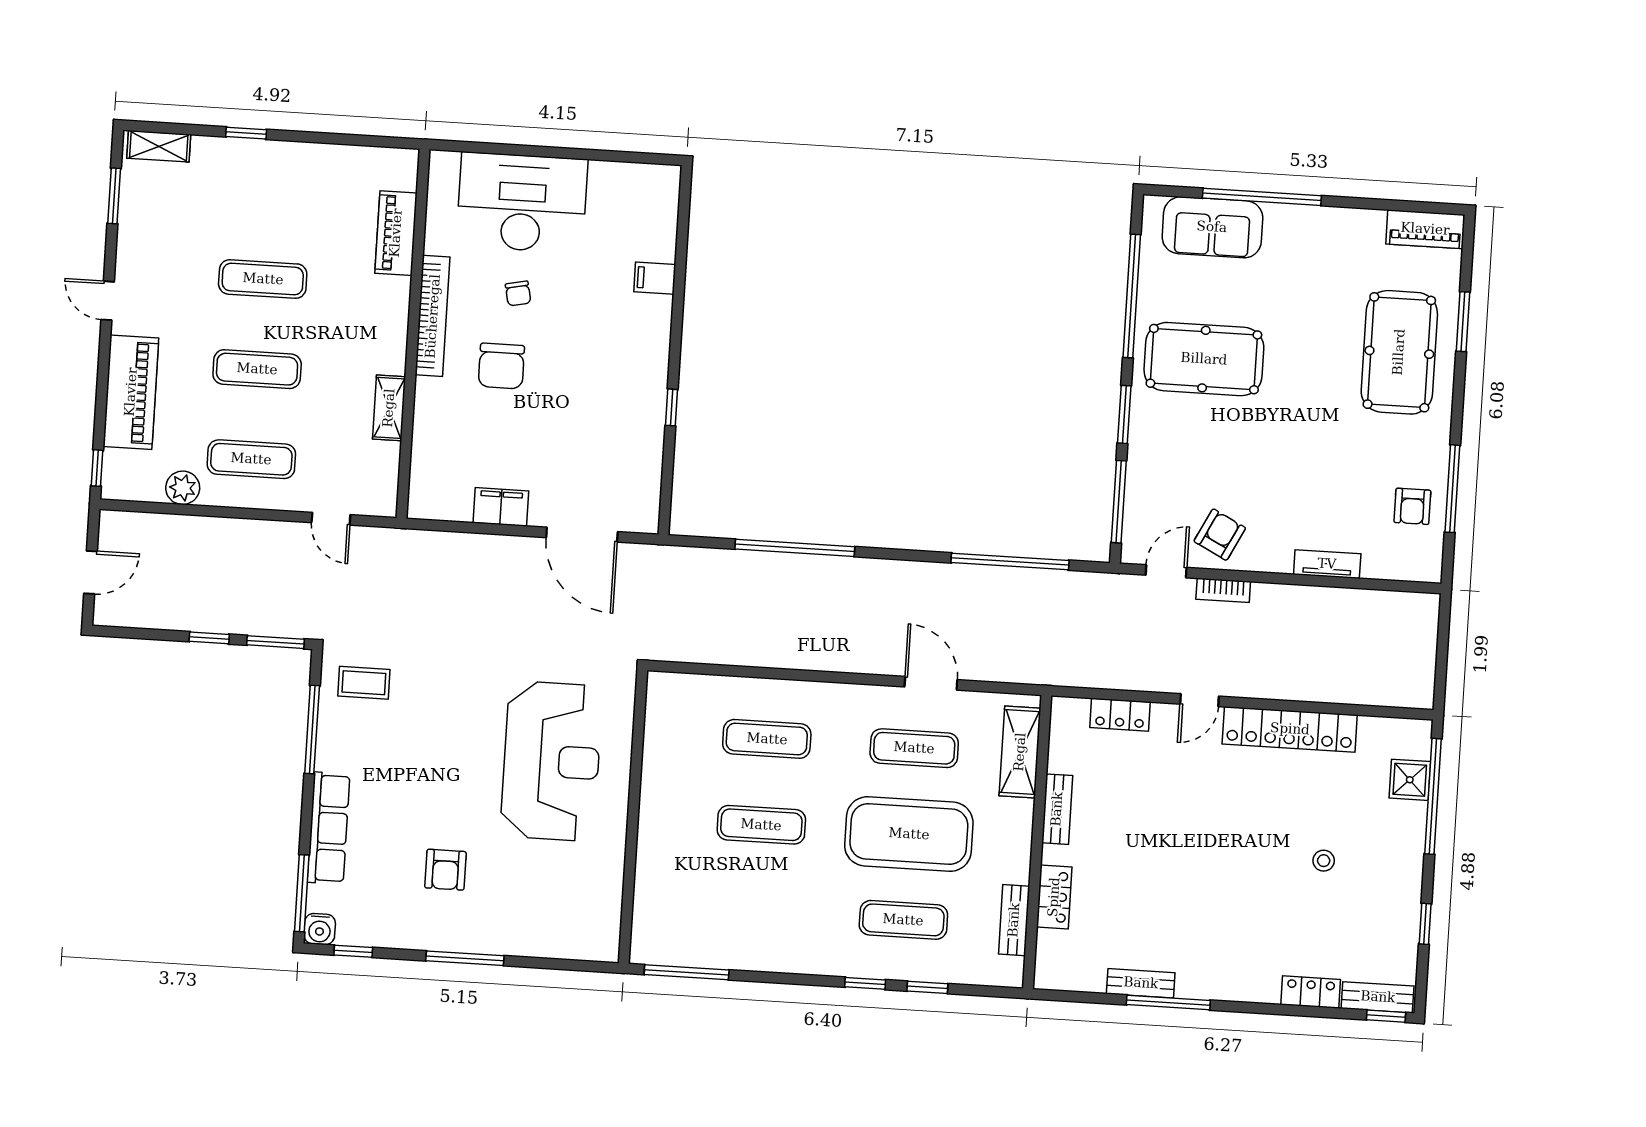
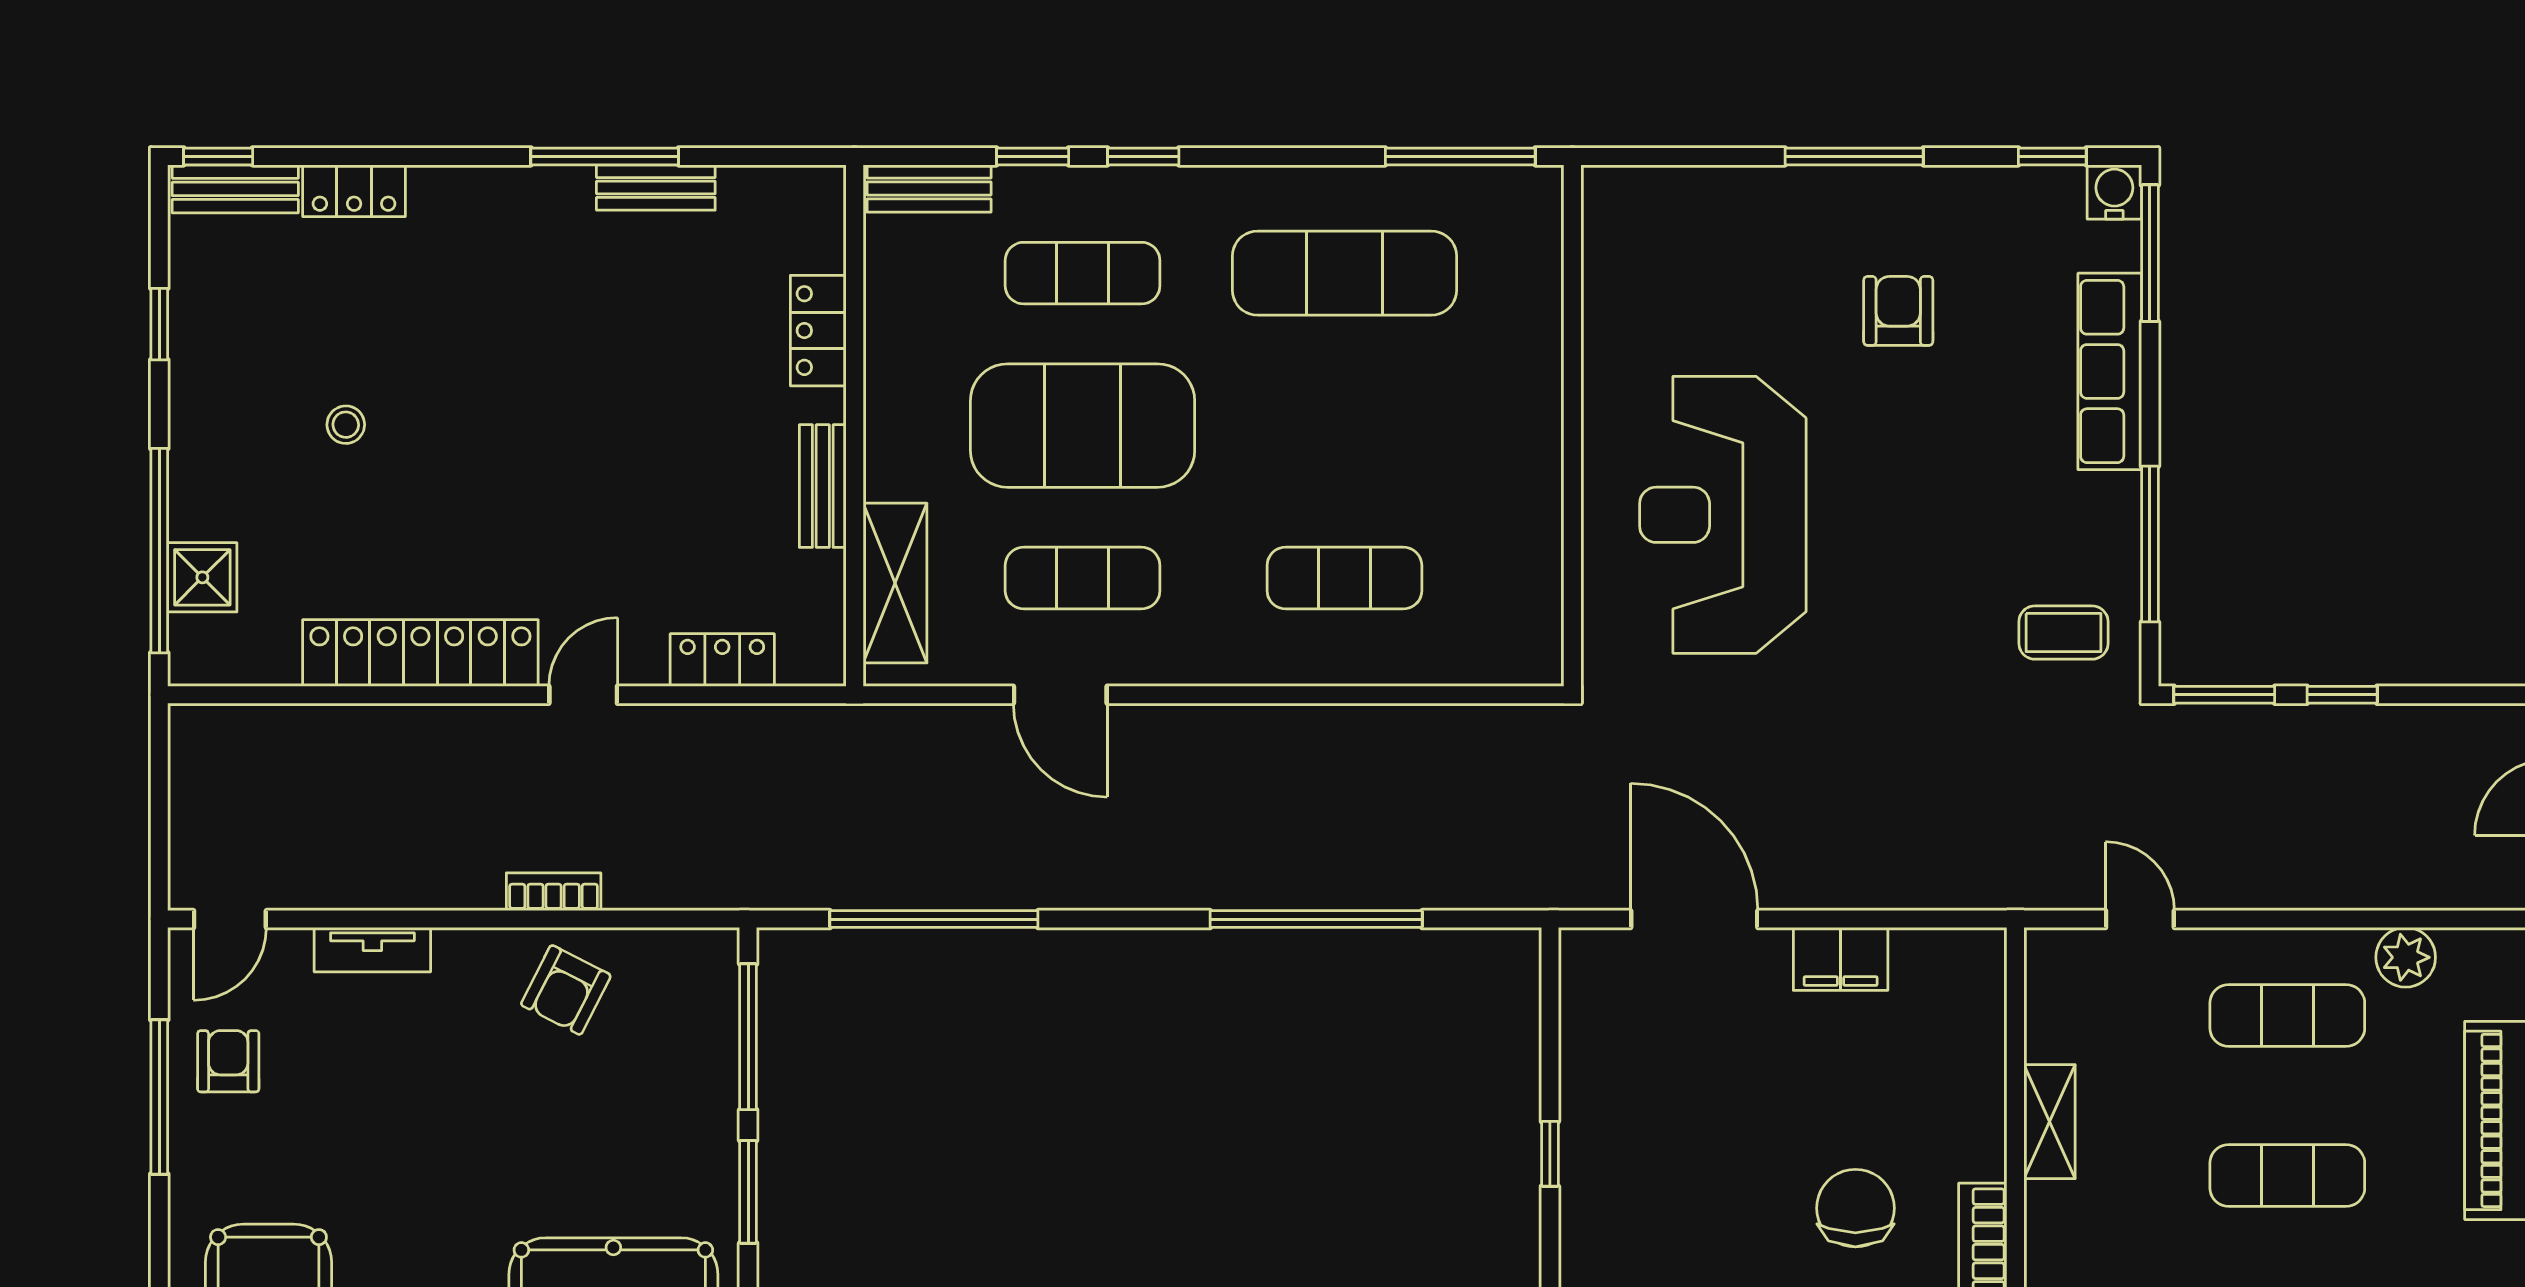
door: (1166, 571) -> (230, 919), moved
exercise mat: (761, 825) -> (1344, 273), moved, width x1.36, depth x1.45
bench: (1014, 920) -> (929, 188), moved, turned 90

